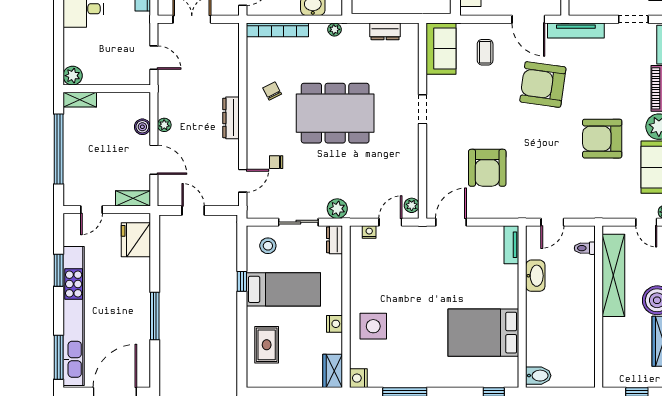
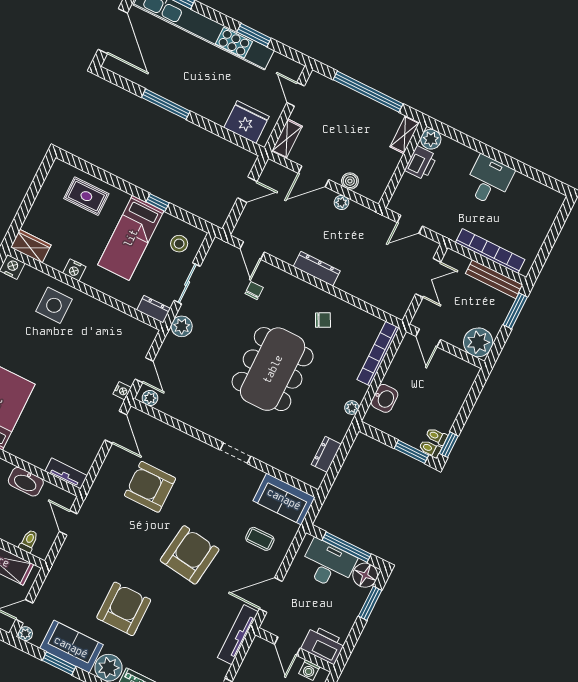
printer: (97, 74) -> (421, 163), added
armchair: (543, 84) -> (190, 555), moved
nightstand: (369, 232) -> (122, 391), moved

